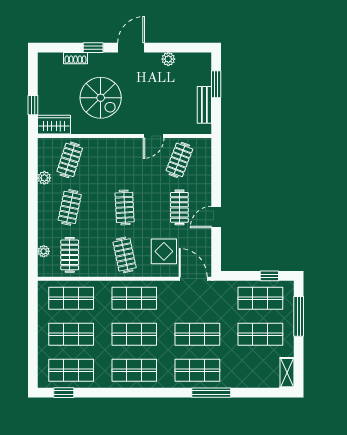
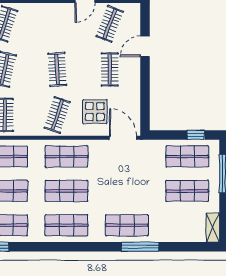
door: (216, 217) -> (145, 46), moved
clothes rail: (125, 255) -> (57, 115), turned 30
shop shelf: (197, 334) -> (127, 191), removed

